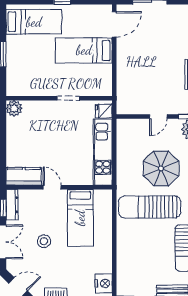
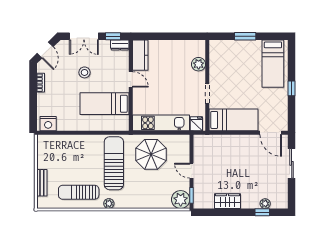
bed: (84, 50) -> (233, 120), moved, turned 90
plant: (14, 108) -> (199, 64), moved
parasol: (161, 169) -> (151, 154), moved
door: (52, 187) -> (131, 79), hinge flipped
dresser: (12, 205) -> (120, 45), width x0.70

